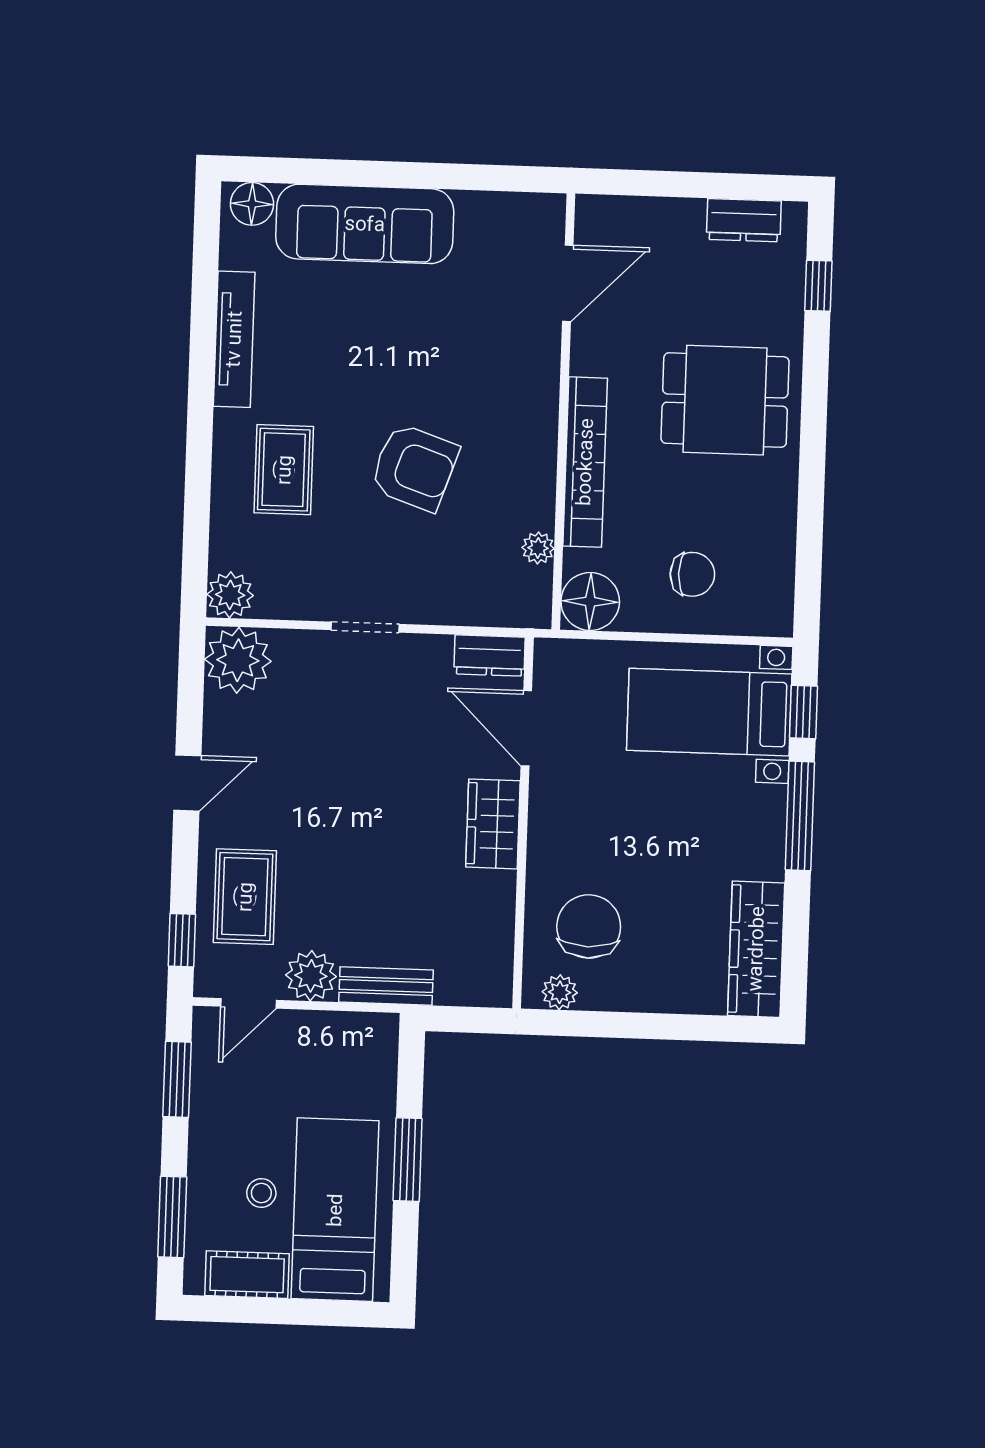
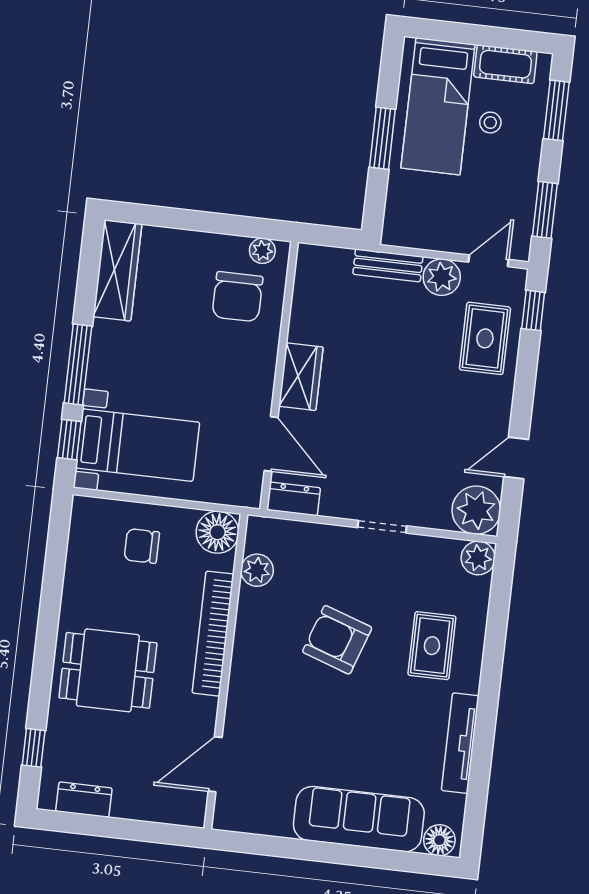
plant: (538, 548) -> (257, 570), width x1.38, depth x1.38
door: (187, 783) -> (516, 458), moved

